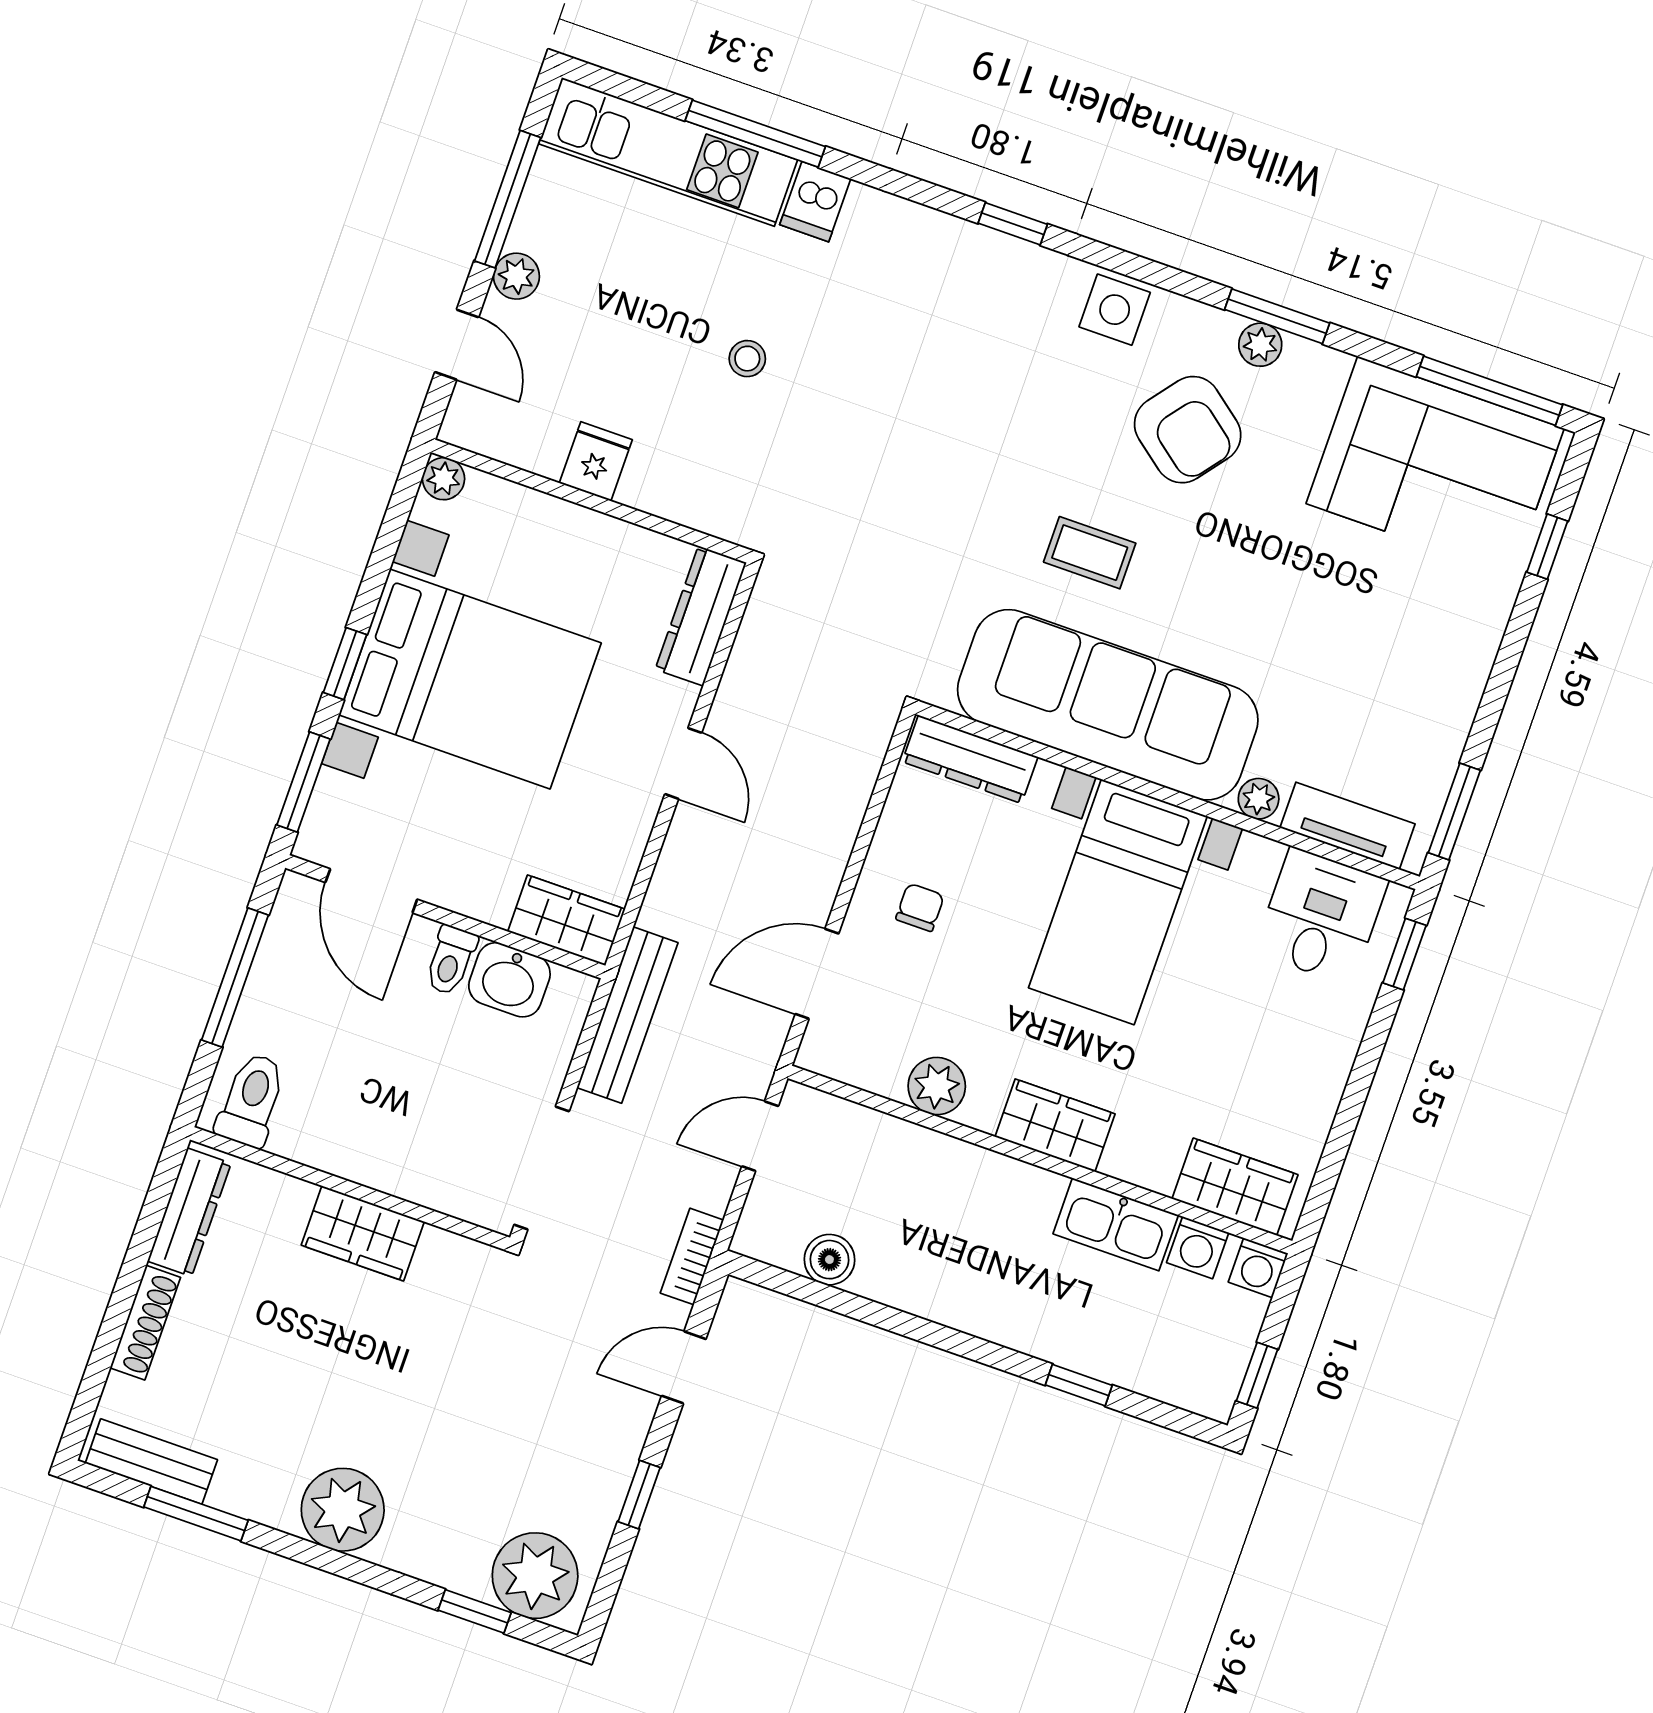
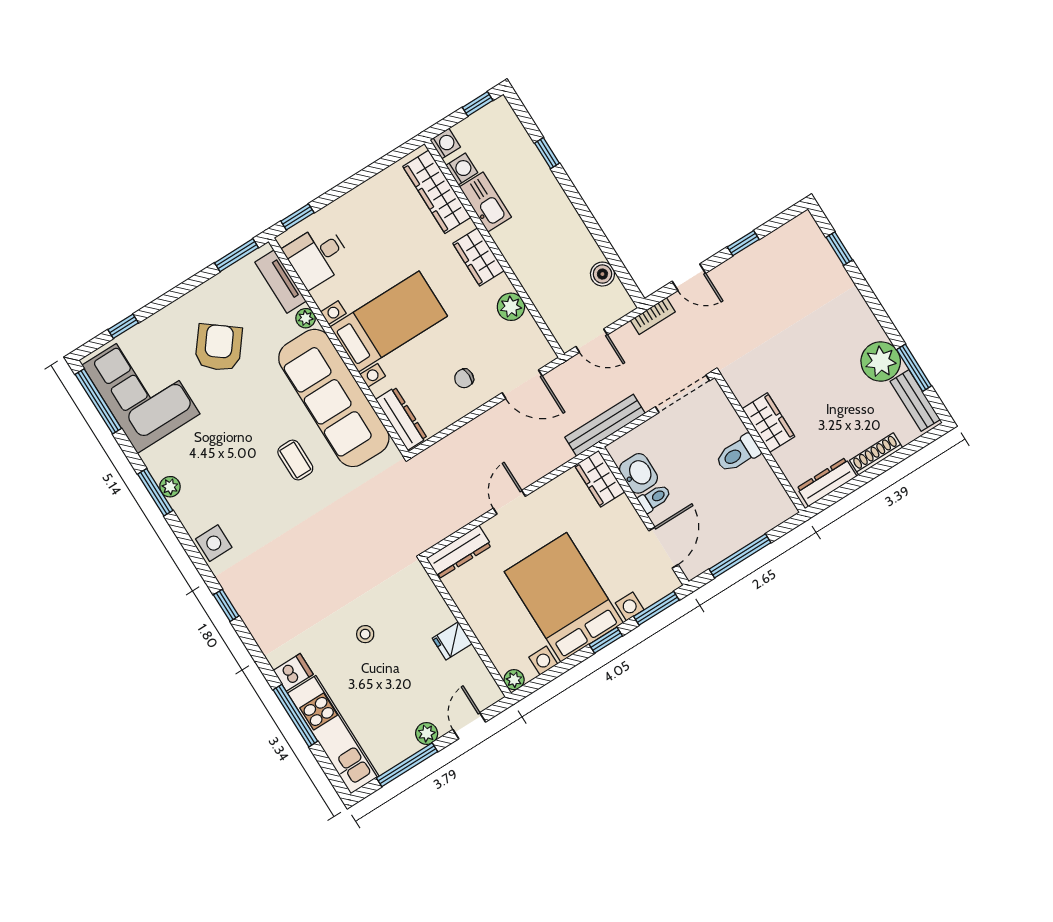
armchair: (1188, 430) -> (219, 348), moved
toilet: (251, 1100) -> (738, 454), moved
wardrobe: (1235, 1187) -> (437, 192), width x1.50
plant: (343, 1510) -> (881, 362), moved
plant: (535, 1576) -> (806, 244), removed

